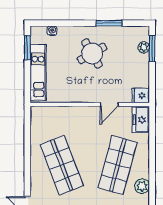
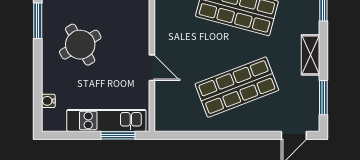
window: (27, 48) -> (118, 135), moved
door: (109, 105) -> (152, 68), moved

